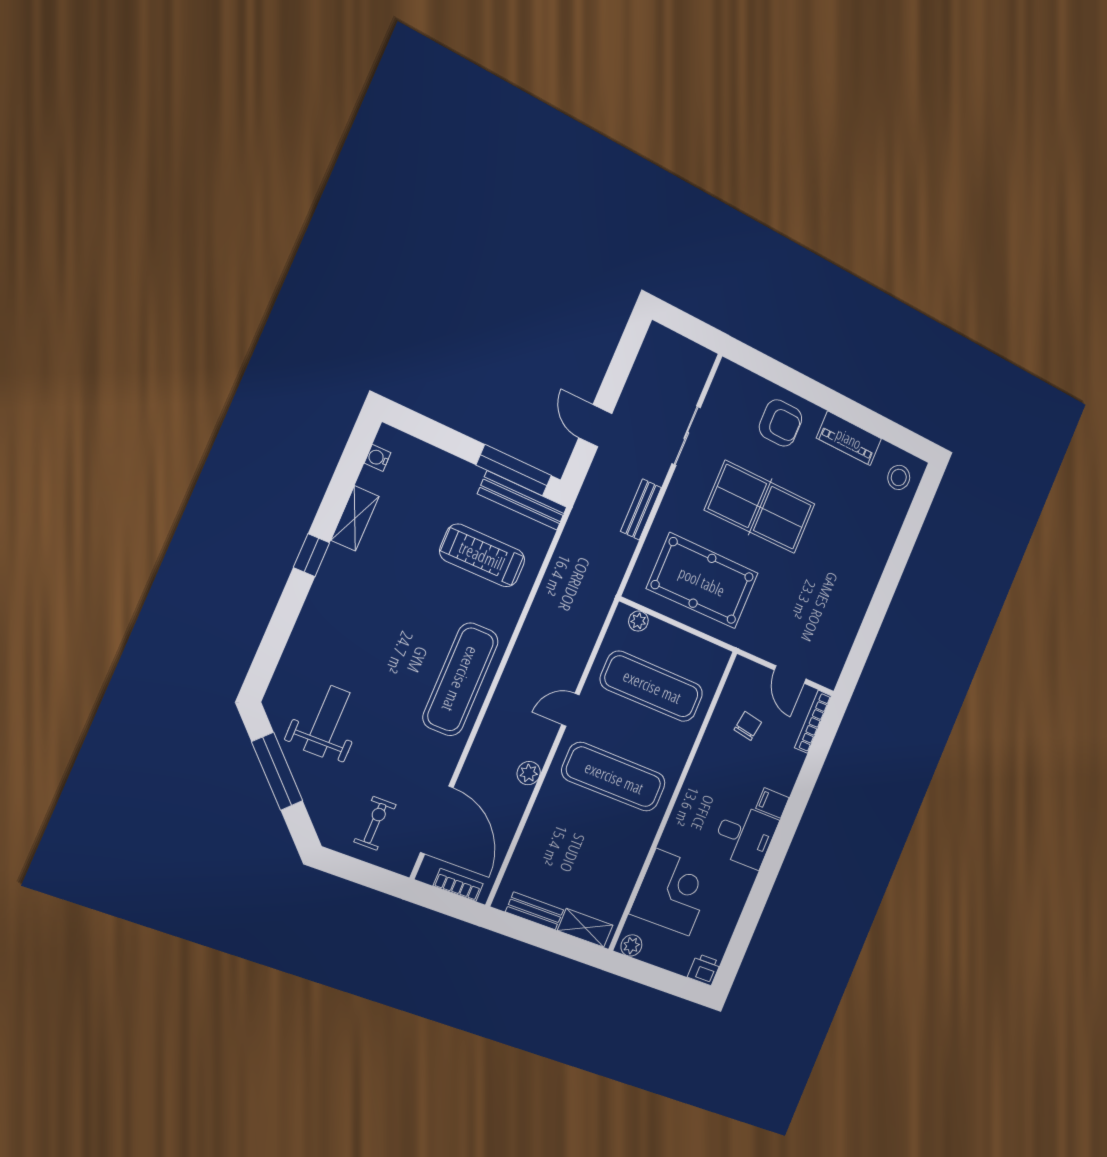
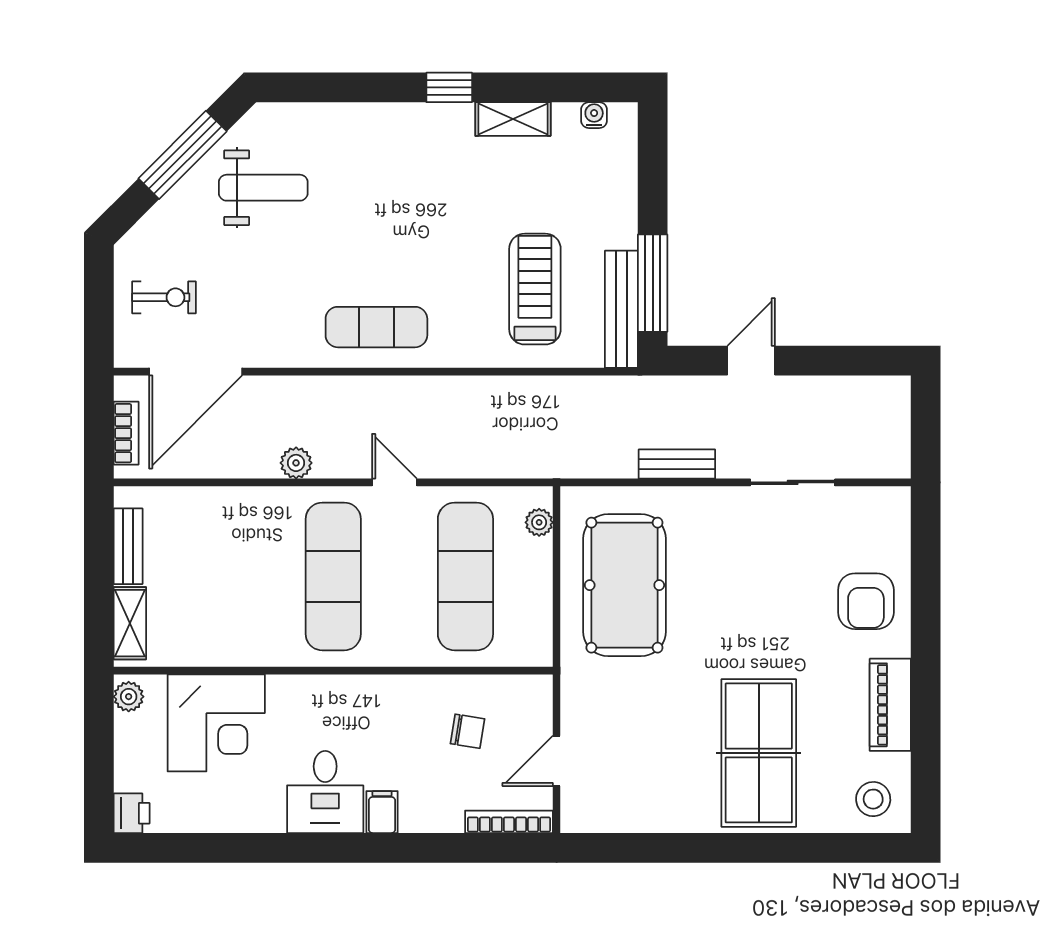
table tennis table: (760, 507) -> (759, 753), moved
exercise mat: (461, 679) -> (376, 327), width x0.73, depth x0.69

